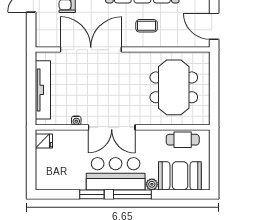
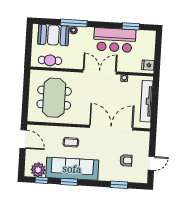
double door: (91, 50) -> (111, 128), swing flipped
bar counter: (116, 174) -> (115, 40), moved
window: (92, 194) -> (131, 26), moved
window: (132, 194) -> (74, 23), moved

